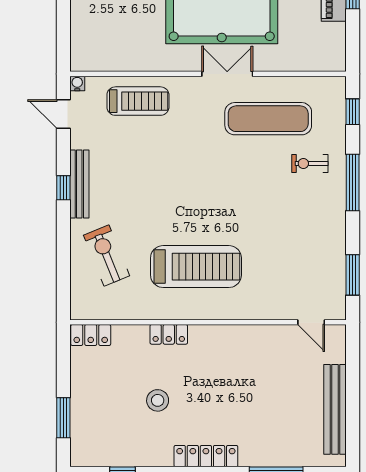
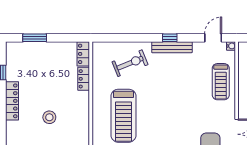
locker: (169, 334) -> (84, 79), moved
stool: (158, 400) -> (49, 117), moved
locker: (206, 456) -> (12, 101), moved

